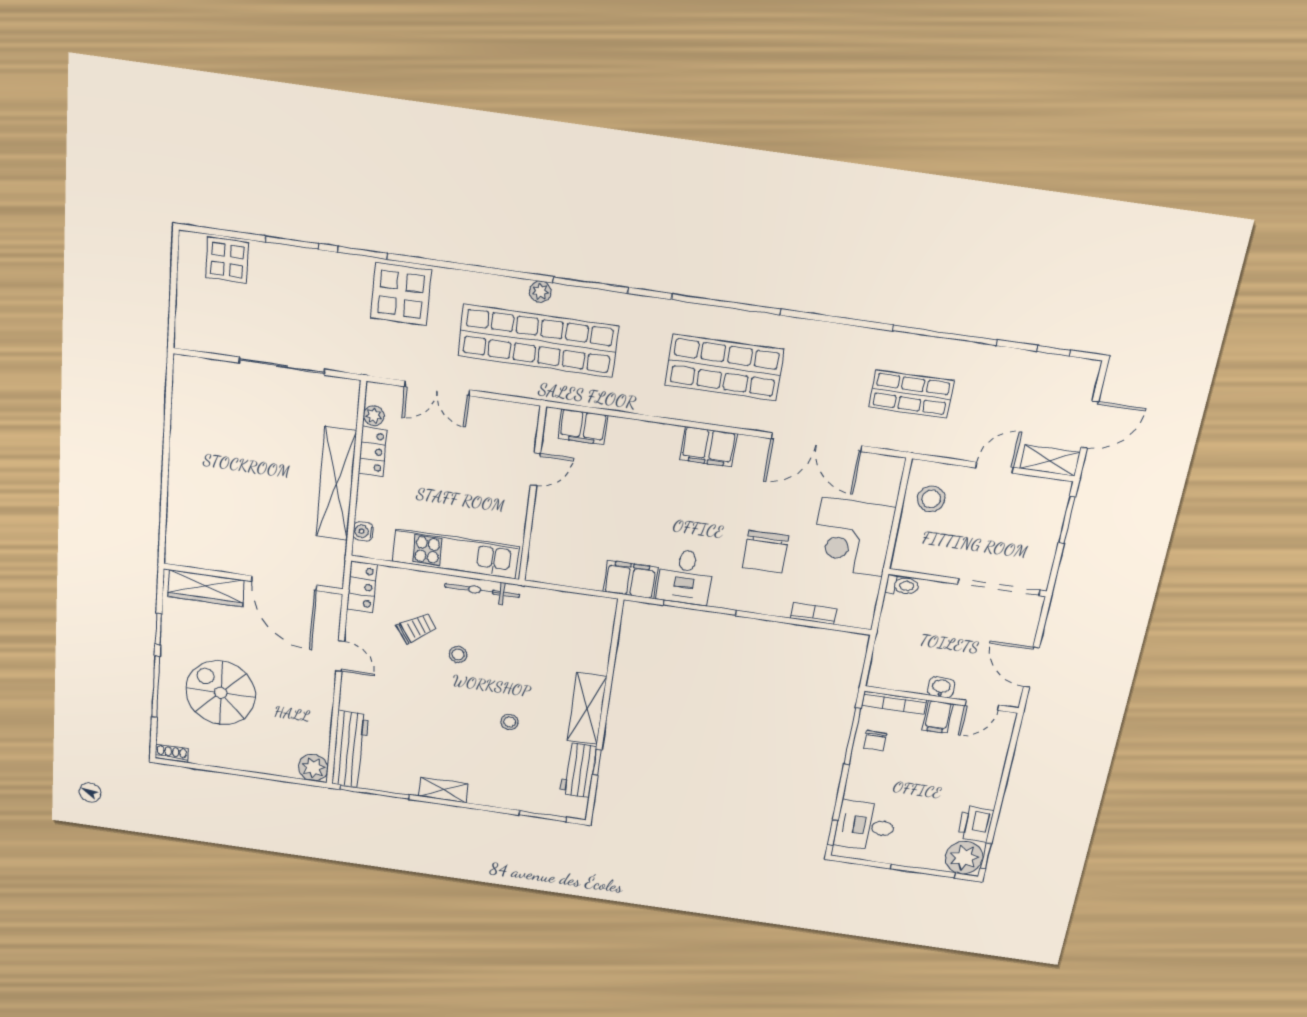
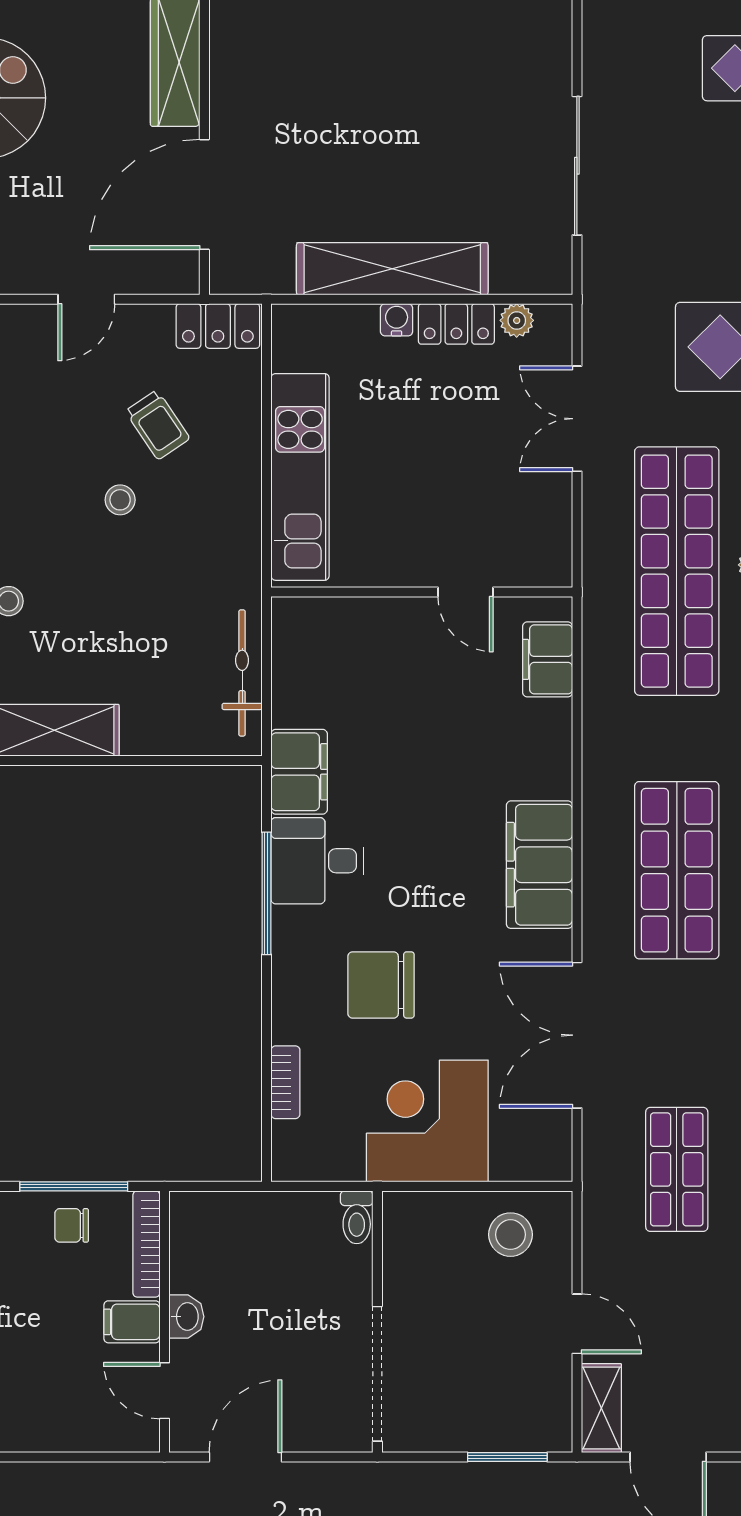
filing cabinet: (708, 447) -> (539, 865), width x1.50, depth x1.17
water cooler: (363, 531) -> (397, 320), moved
bicycle: (482, 591) -> (242, 673), moved

